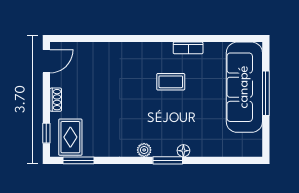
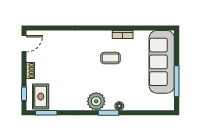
window: (266, 93) -> (177, 81), moved
plant: (144, 150) -> (96, 101), width x1.87, depth x1.87

